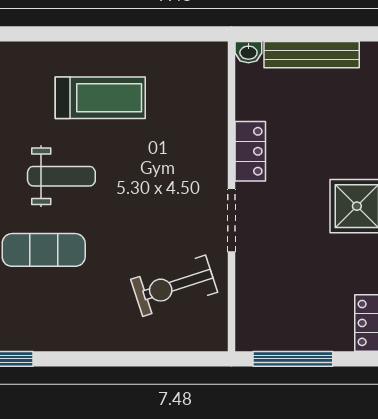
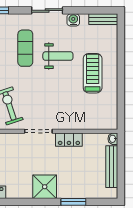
treadmill: (100, 98) -> (93, 73), turned 180
weight bench: (61, 176) -> (58, 56), turned -90

